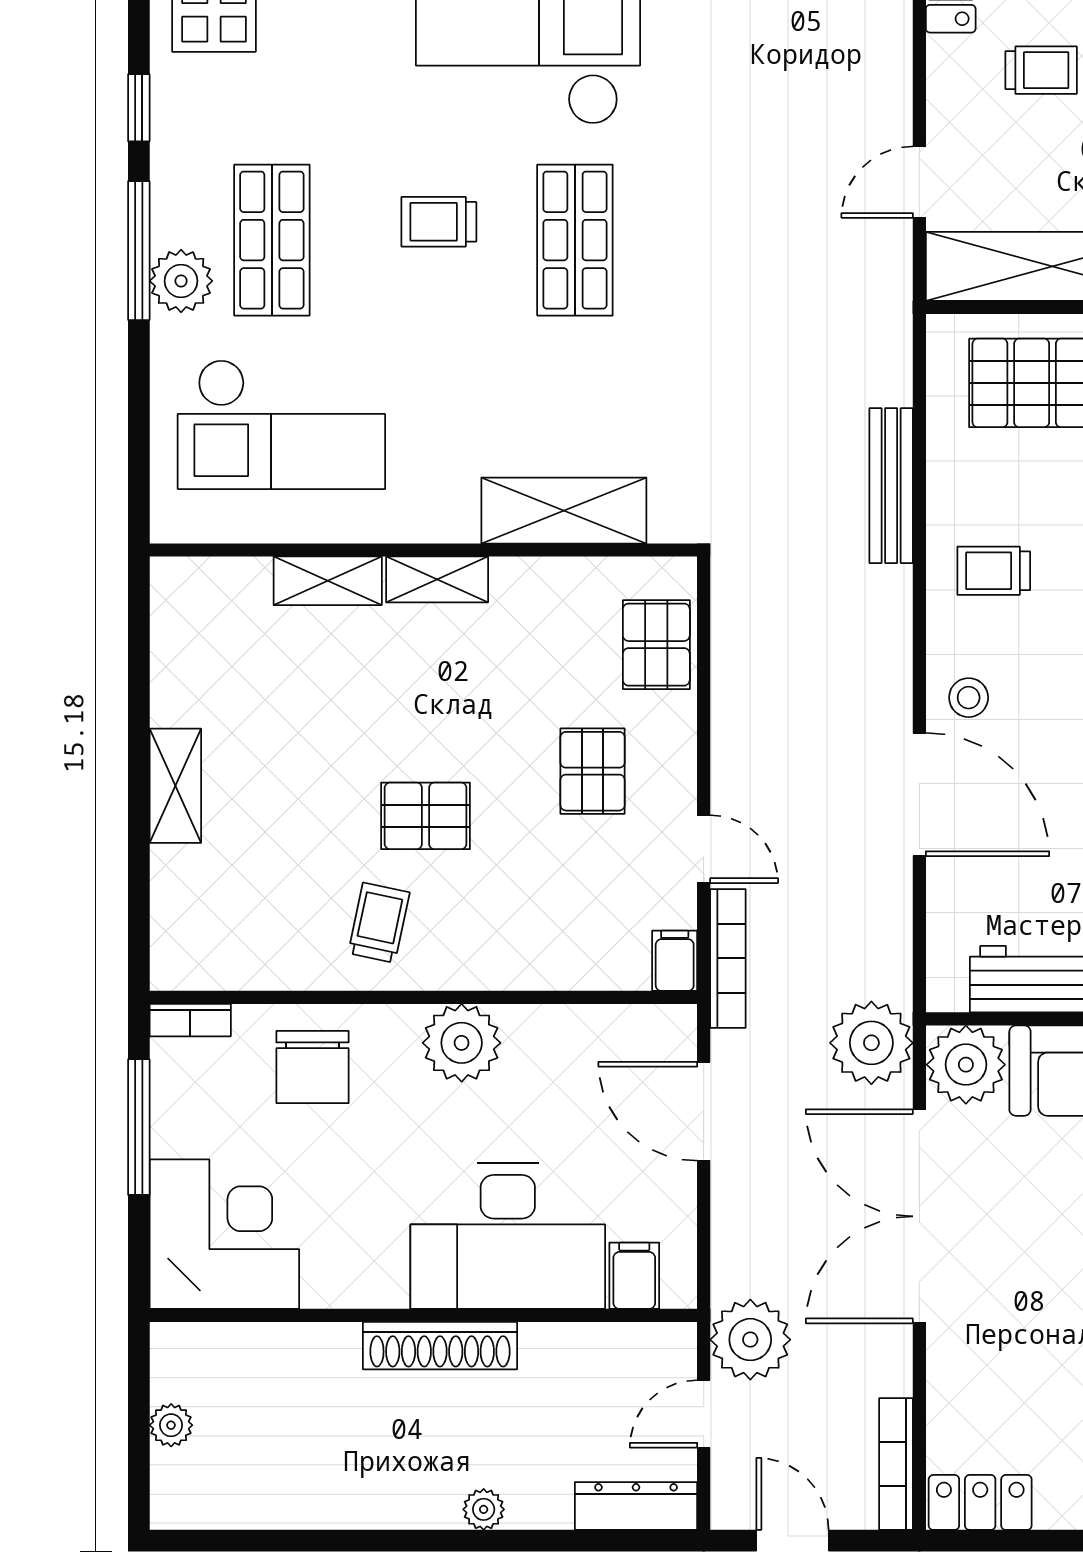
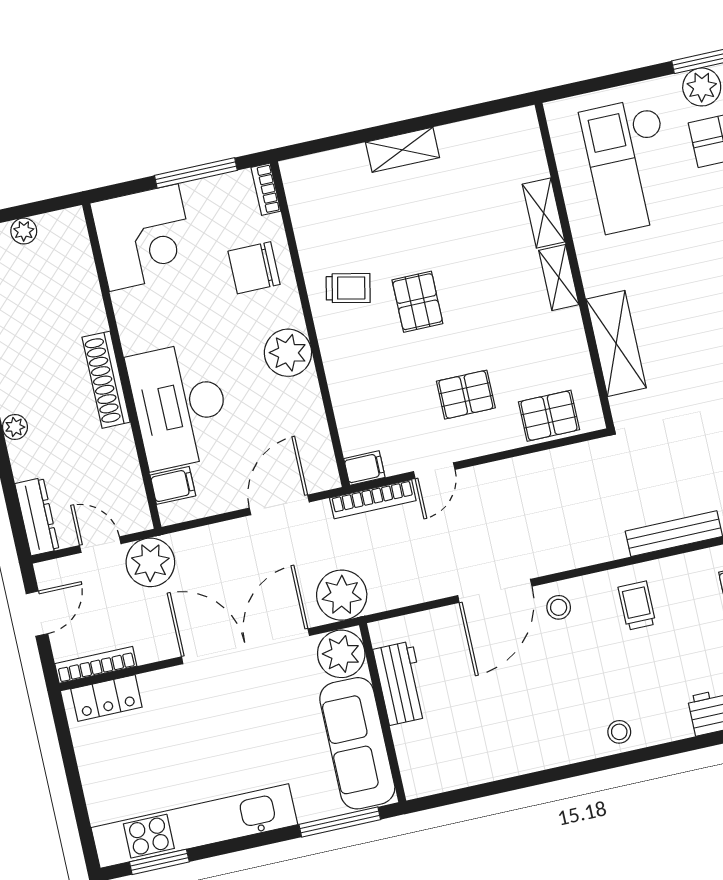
locker: (980, 1502) -> (106, 698), moved, turned 90

